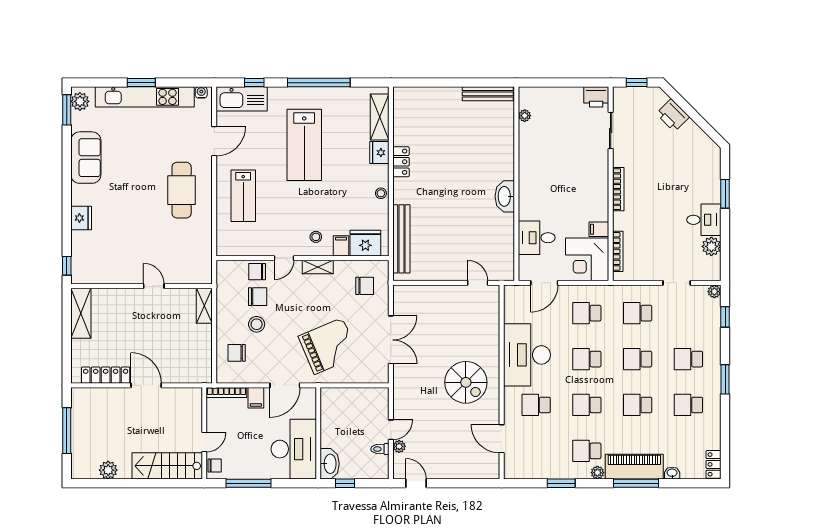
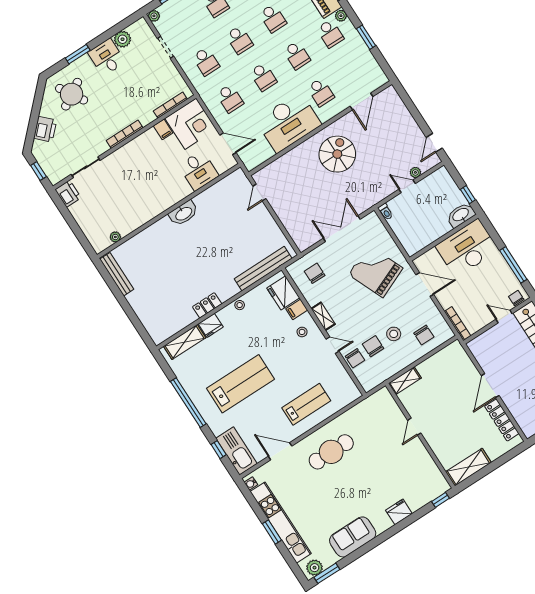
round table: (690, 163) -> (72, 94), added
filing cabinet: (256, 398) -> (447, 300), removed
toilet: (380, 449) -> (385, 212), moved

